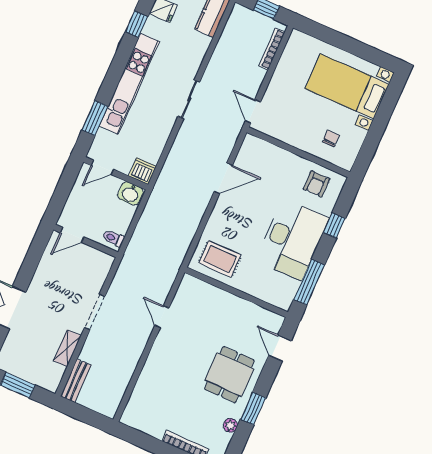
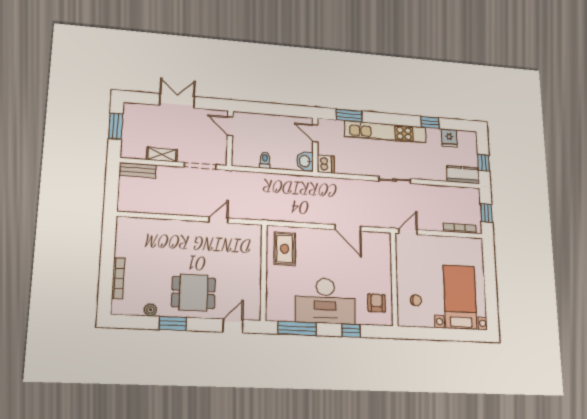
armchair: (317, 184) -> (377, 303), turned 90
door: (72, 235) -> (230, 126), moved
wall: (86, 241) -> (230, 138), moved

